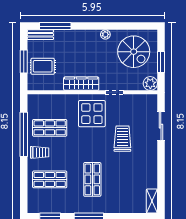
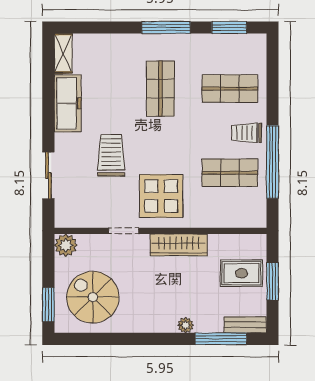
plant: (105, 34) -> (186, 325), moved
window: (161, 62) -> (48, 305), moved
trolley: (122, 139) -> (111, 155), turned 180
freezer: (149, 170) -> (68, 103), added

